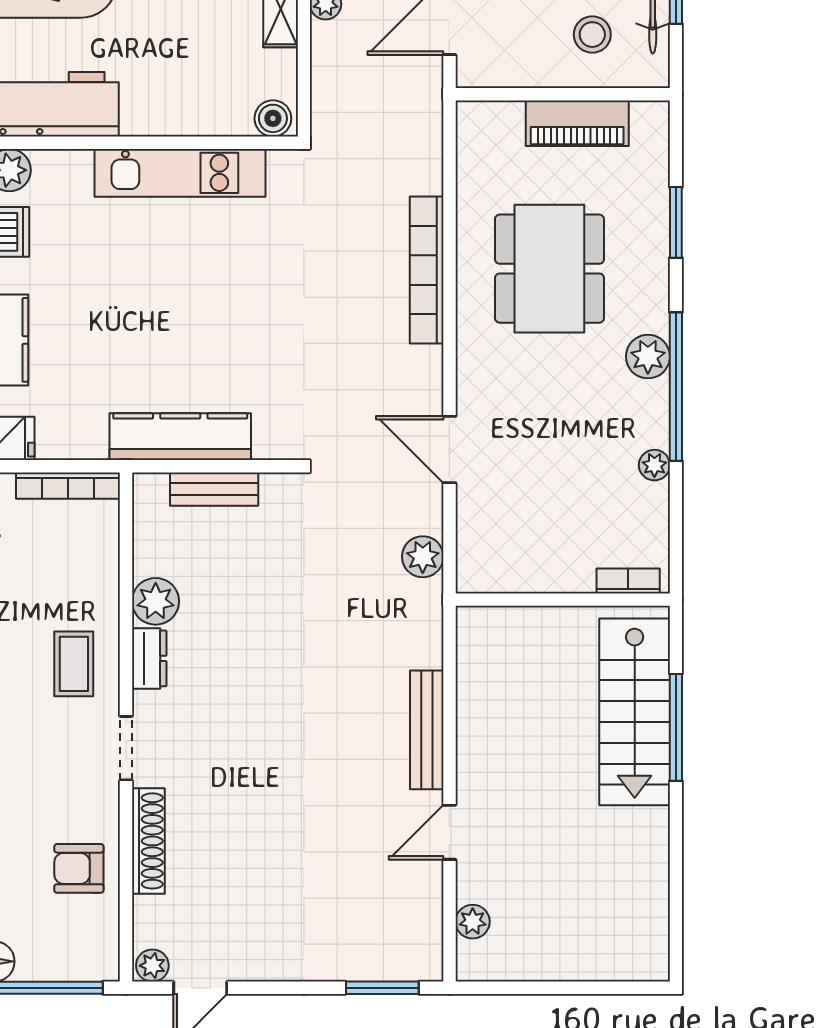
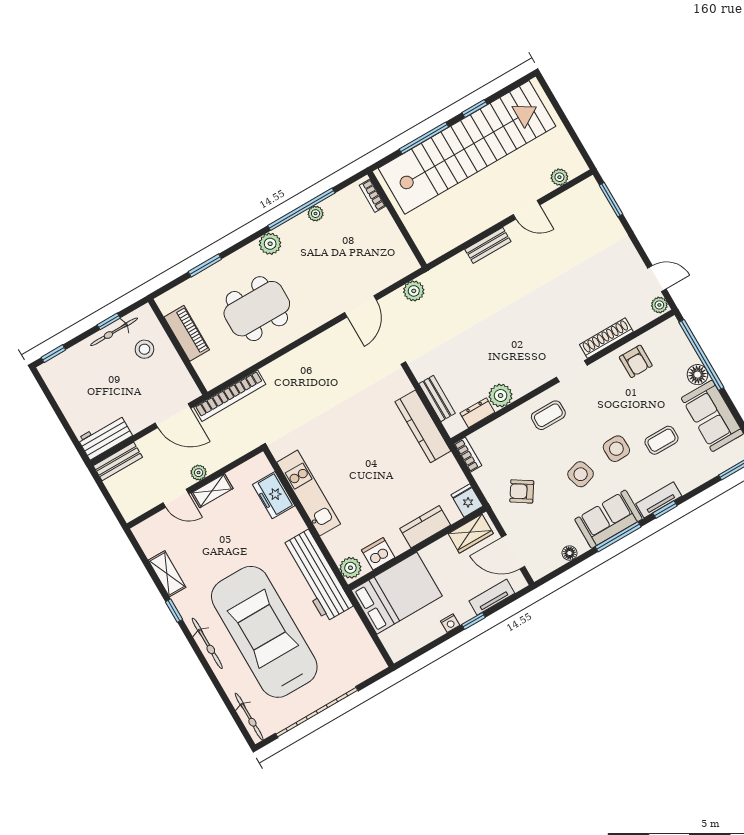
freezer: (212, 111) -> (274, 495), added
boiler: (273, 118) -> (261, 467), removed
bookcase: (427, 270) -> (230, 396), moved
window: (676, 387) -> (301, 209), moved
bookcase: (68, 486) -> (468, 455), width x0.64
dresser: (149, 658) -> (477, 413), moved
stairs: (635, 712) -> (467, 147), width x1.86, depth x1.51
bench: (427, 730) -> (488, 245), width x0.73
window: (676, 844) -> (475, 109), added

